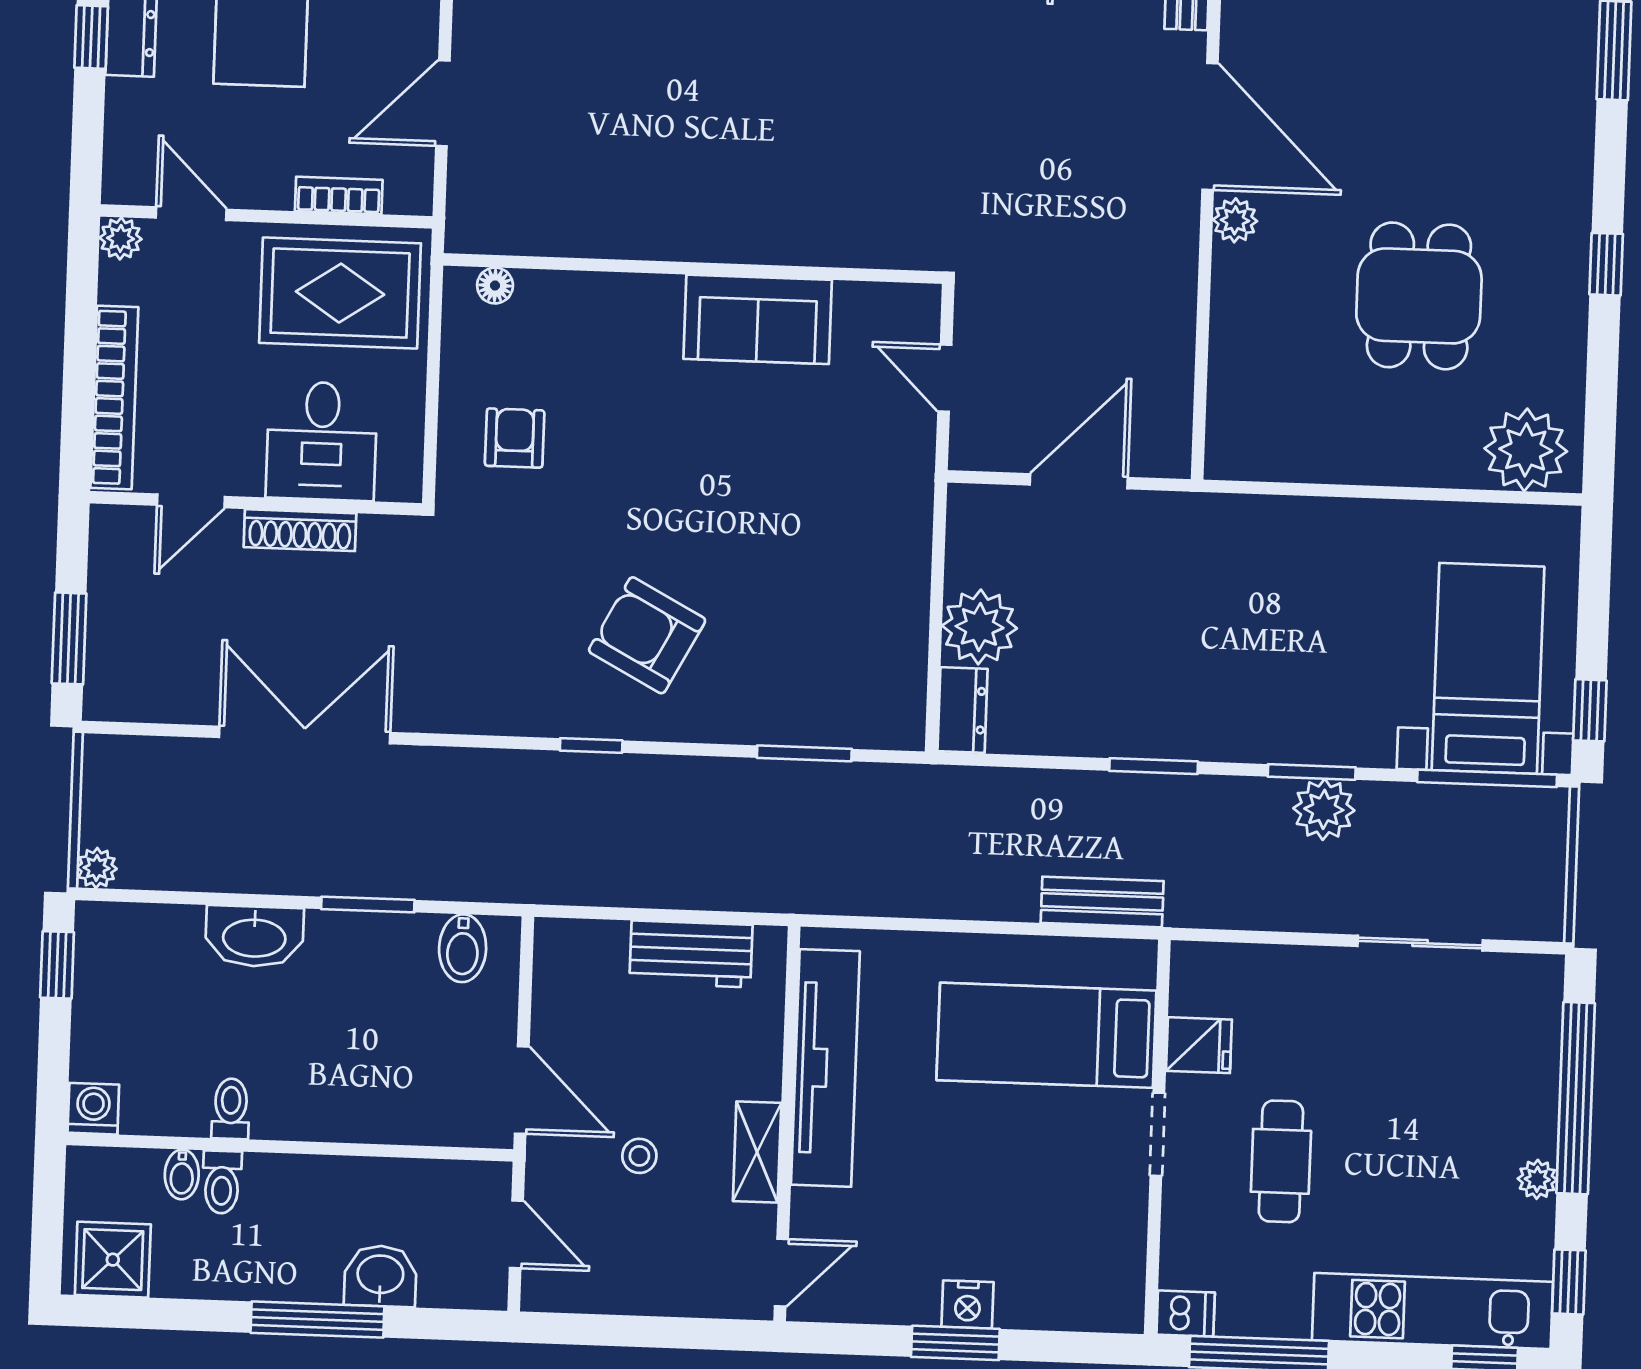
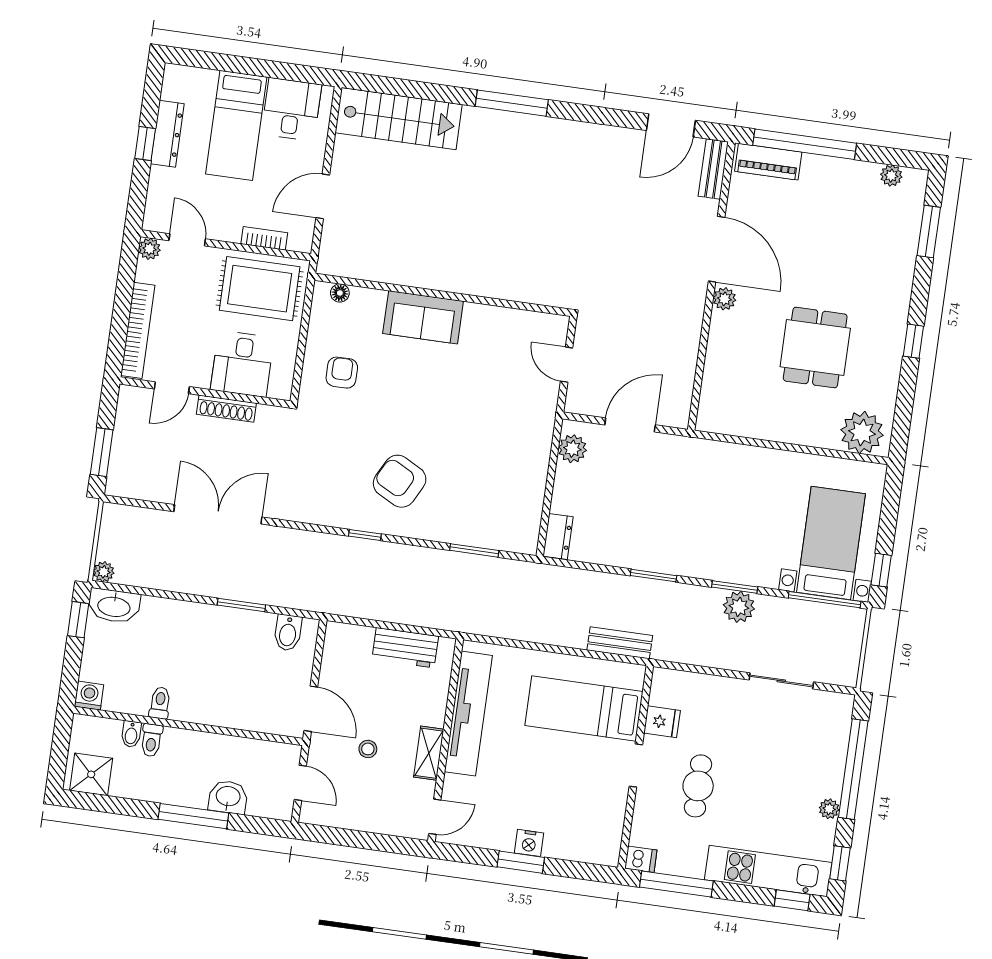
sofa: (758, 319) -> (423, 317), moved
plant: (980, 627) -> (572, 449), moved, width x0.73, depth x0.73
washbasin: (254, 936) -> (114, 606), moved

